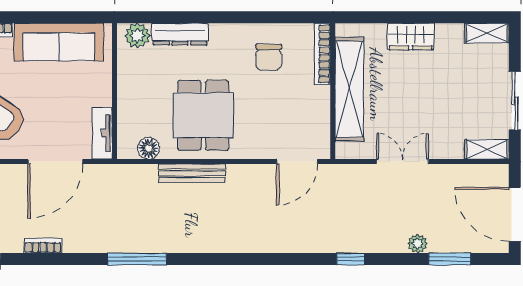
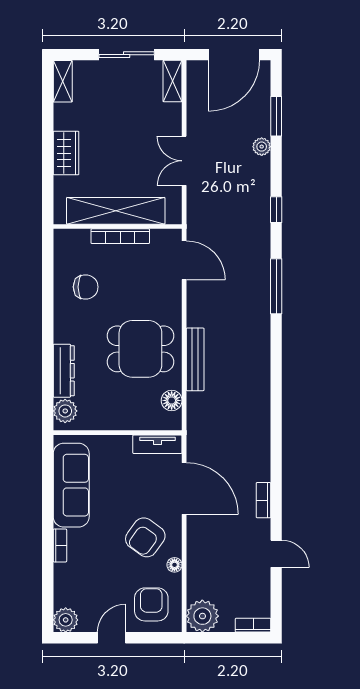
bookcase: (323, 54) -> (120, 236), moved
window: (137, 259) -> (276, 286), moved

